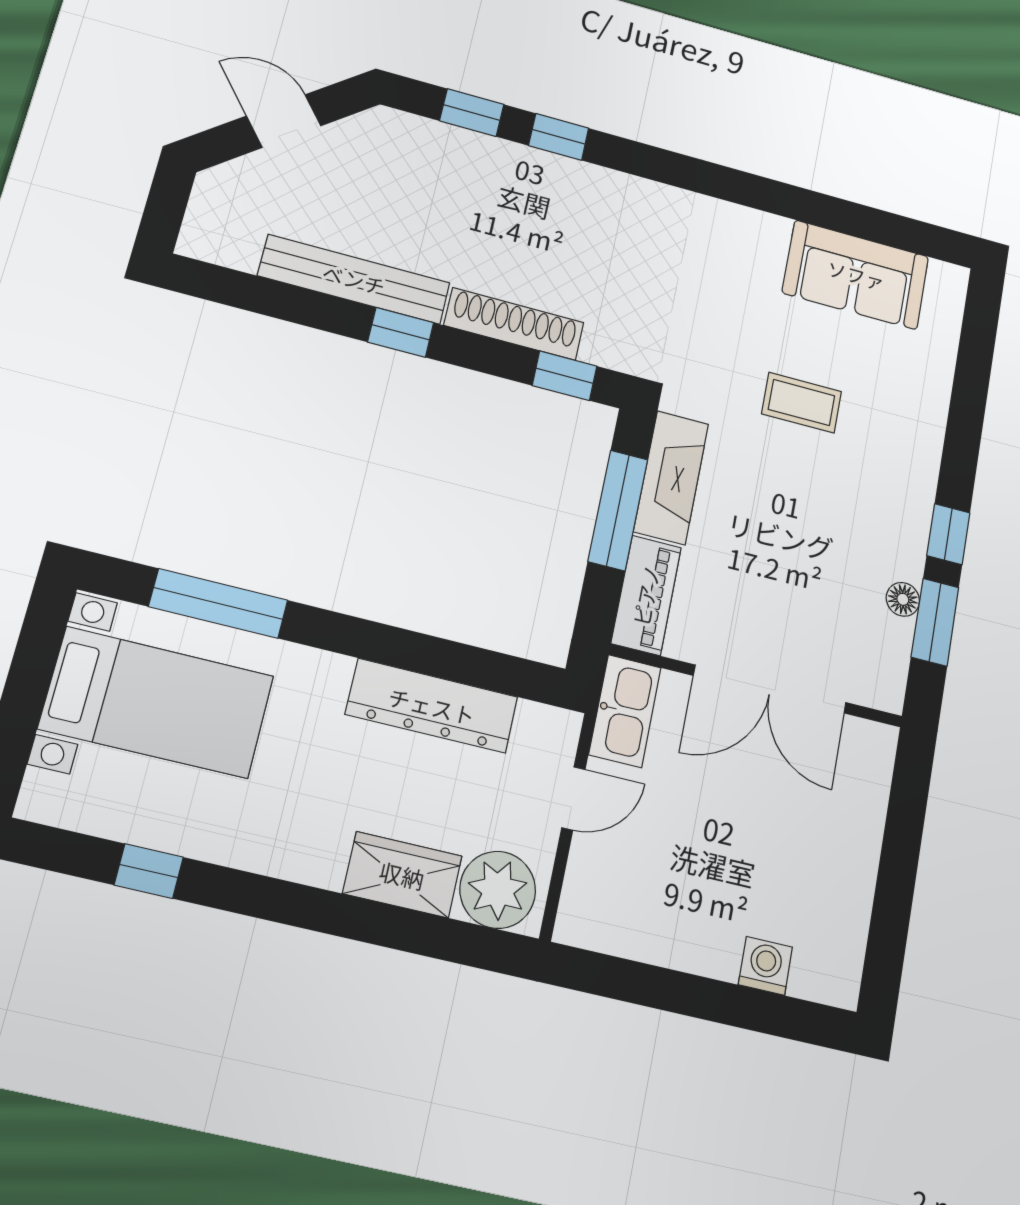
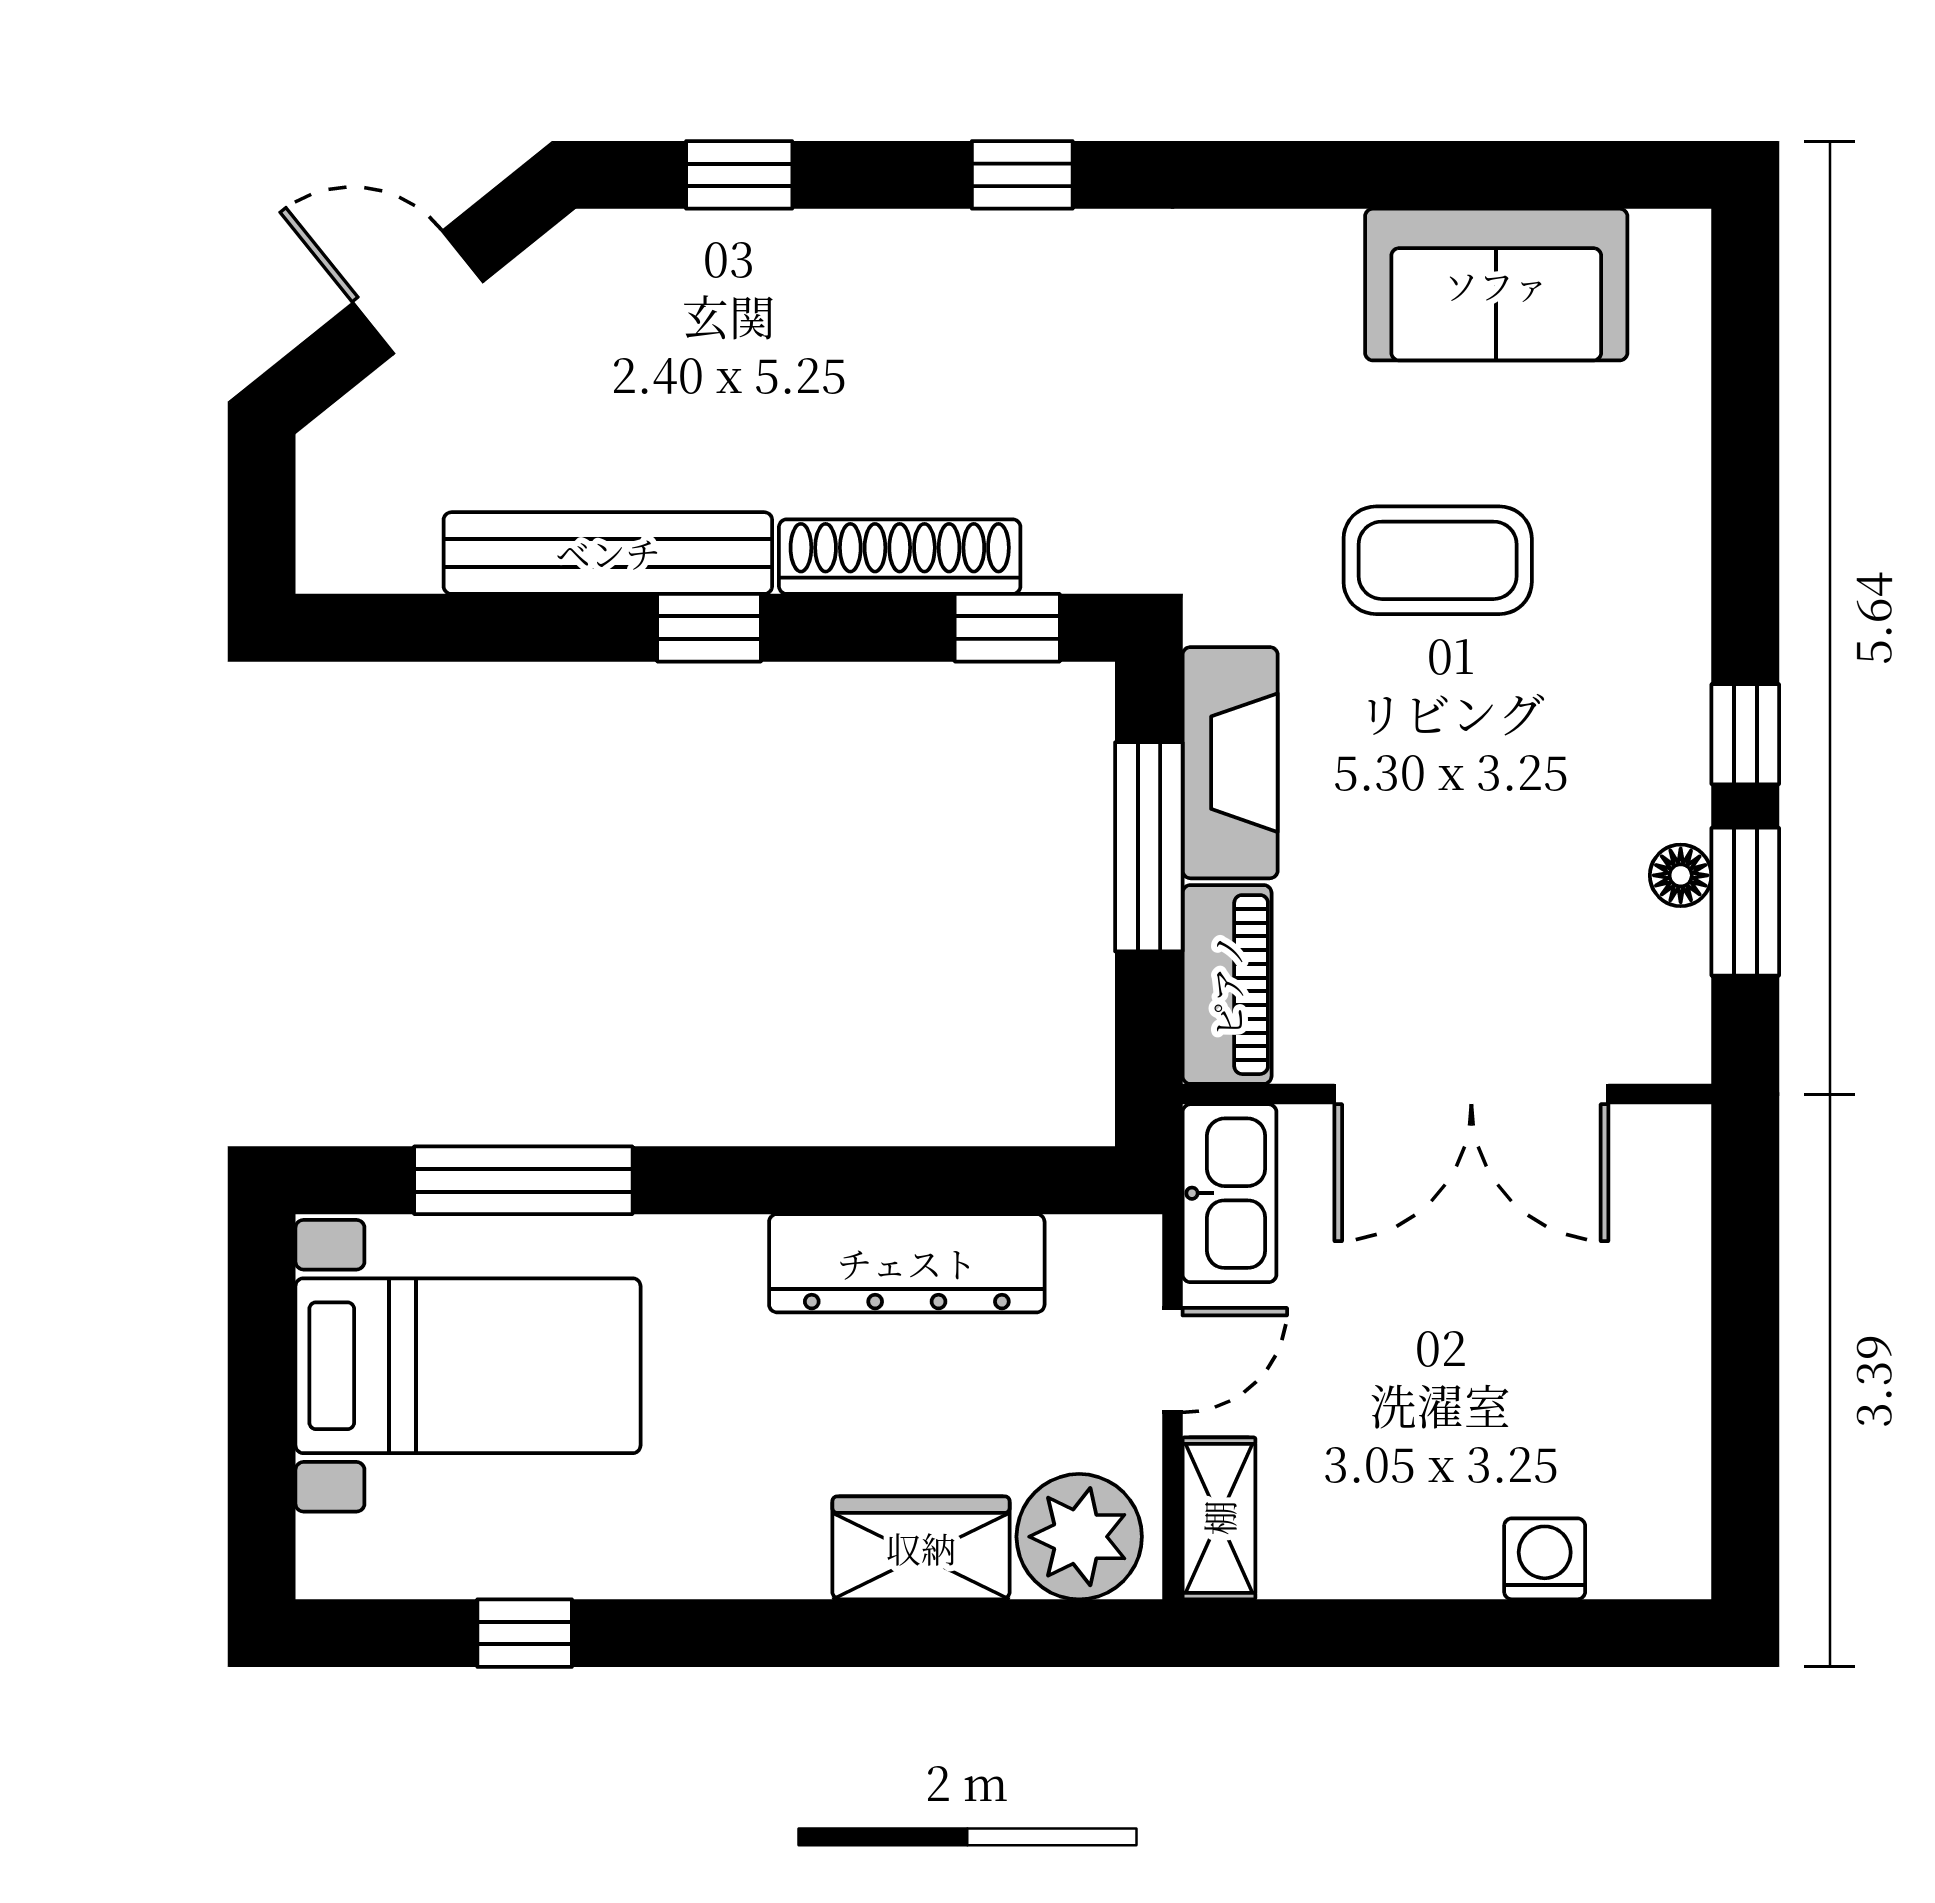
window: (559, 137) -> (1022, 175), moved
coffee table: (802, 403) -> (1438, 560), width x1.36, depth x1.30
shelving: (582, 898) -> (1219, 1518), added

